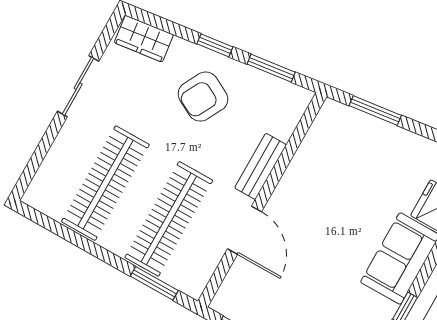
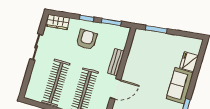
armchair: (203, 97) -> (87, 40), turned 152
door: (245, 230) -> (115, 89), hinge flipped

